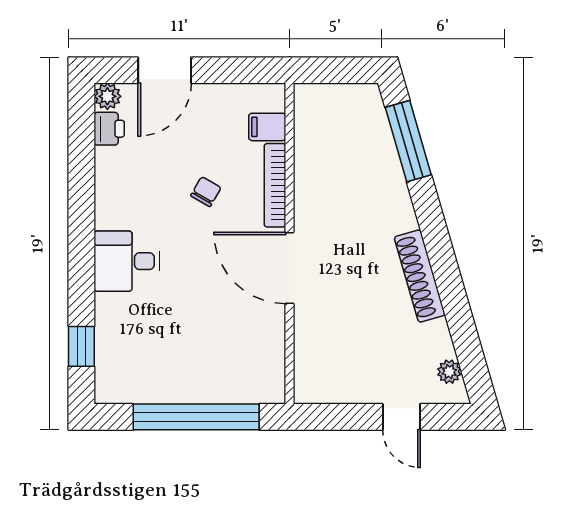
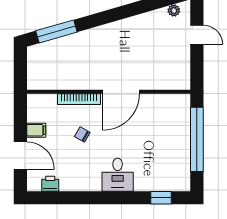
plant: (107, 96) -> (34, 184), removed
filing cabinet: (267, 127) -> (36, 130), moved, turned -90
shoe rack: (420, 276) -> (125, 26), removed
door: (401, 417) -> (197, 35), hinge flipped

